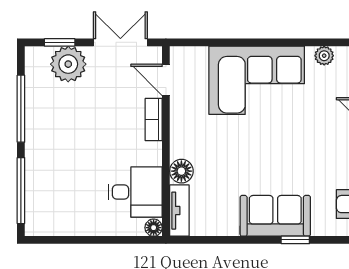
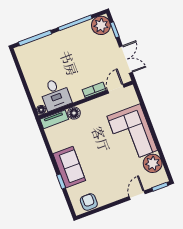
plant: (324, 56) -> (153, 163), width x1.88, depth x1.88
plant: (68, 64) -> (101, 25), moved

